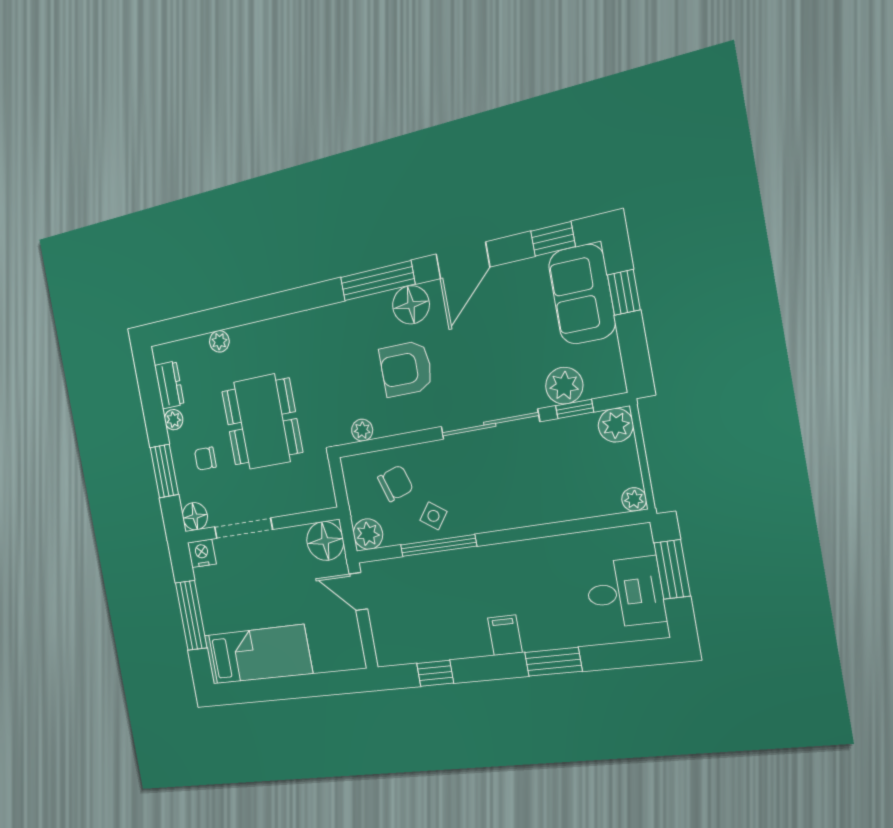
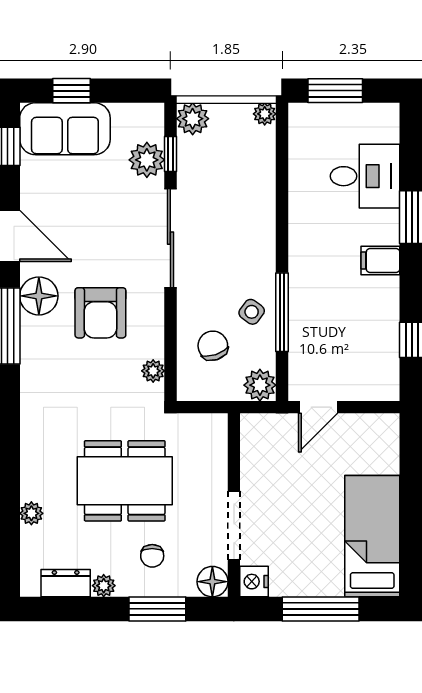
floor lamp: (325, 541) -> (261, 434), removed
desk: (625, 593) -> (365, 176), moved, turned 90

